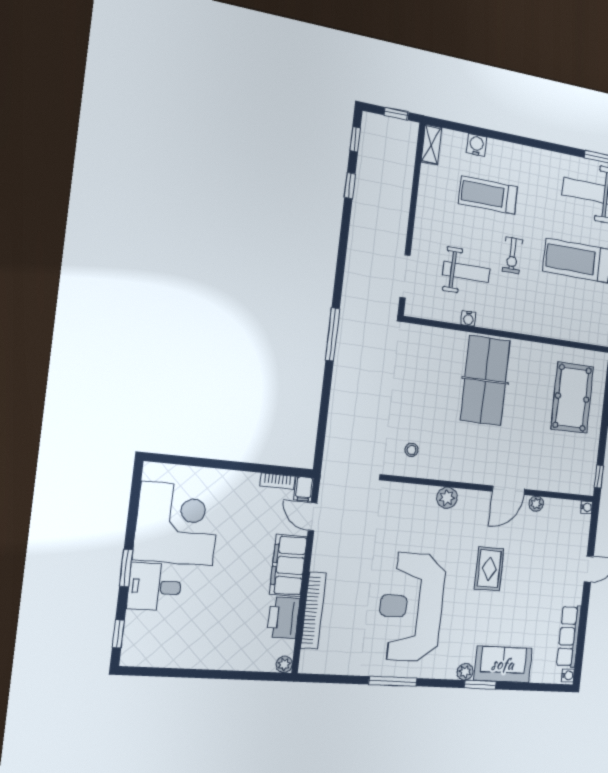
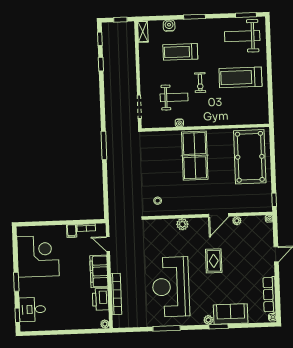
window: (520, 140) -> (195, 17), added
pool table: (572, 398) -> (250, 157), width x1.36, depth x1.32
filing cabinet: (304, 489) -> (72, 231), moved
desk: (155, 587) -> (32, 309), moved

